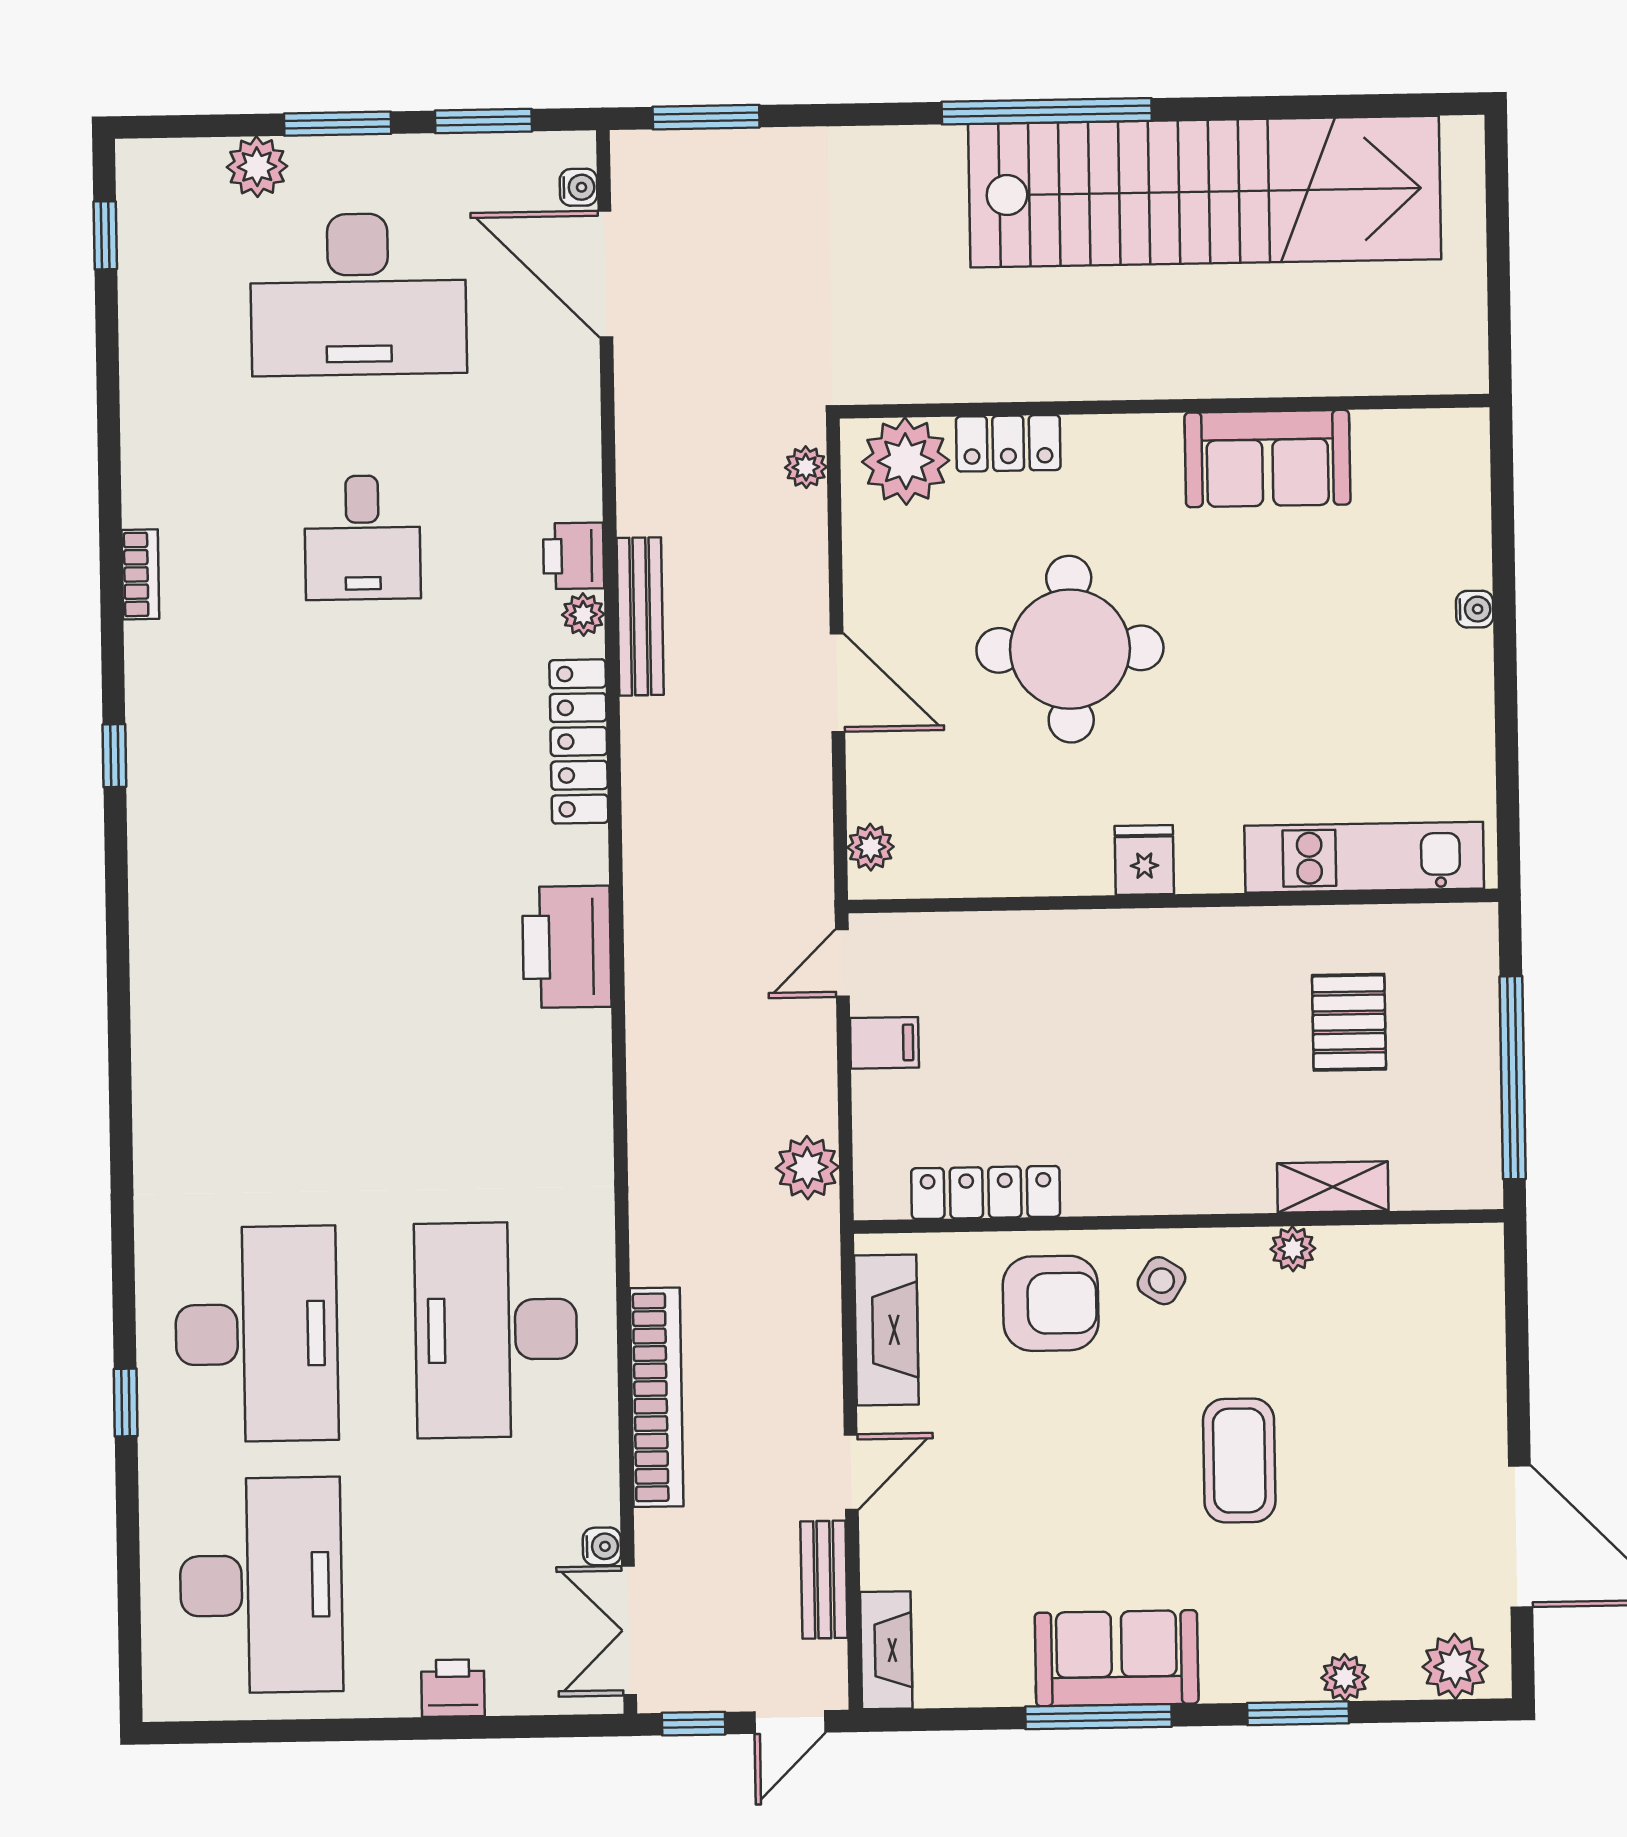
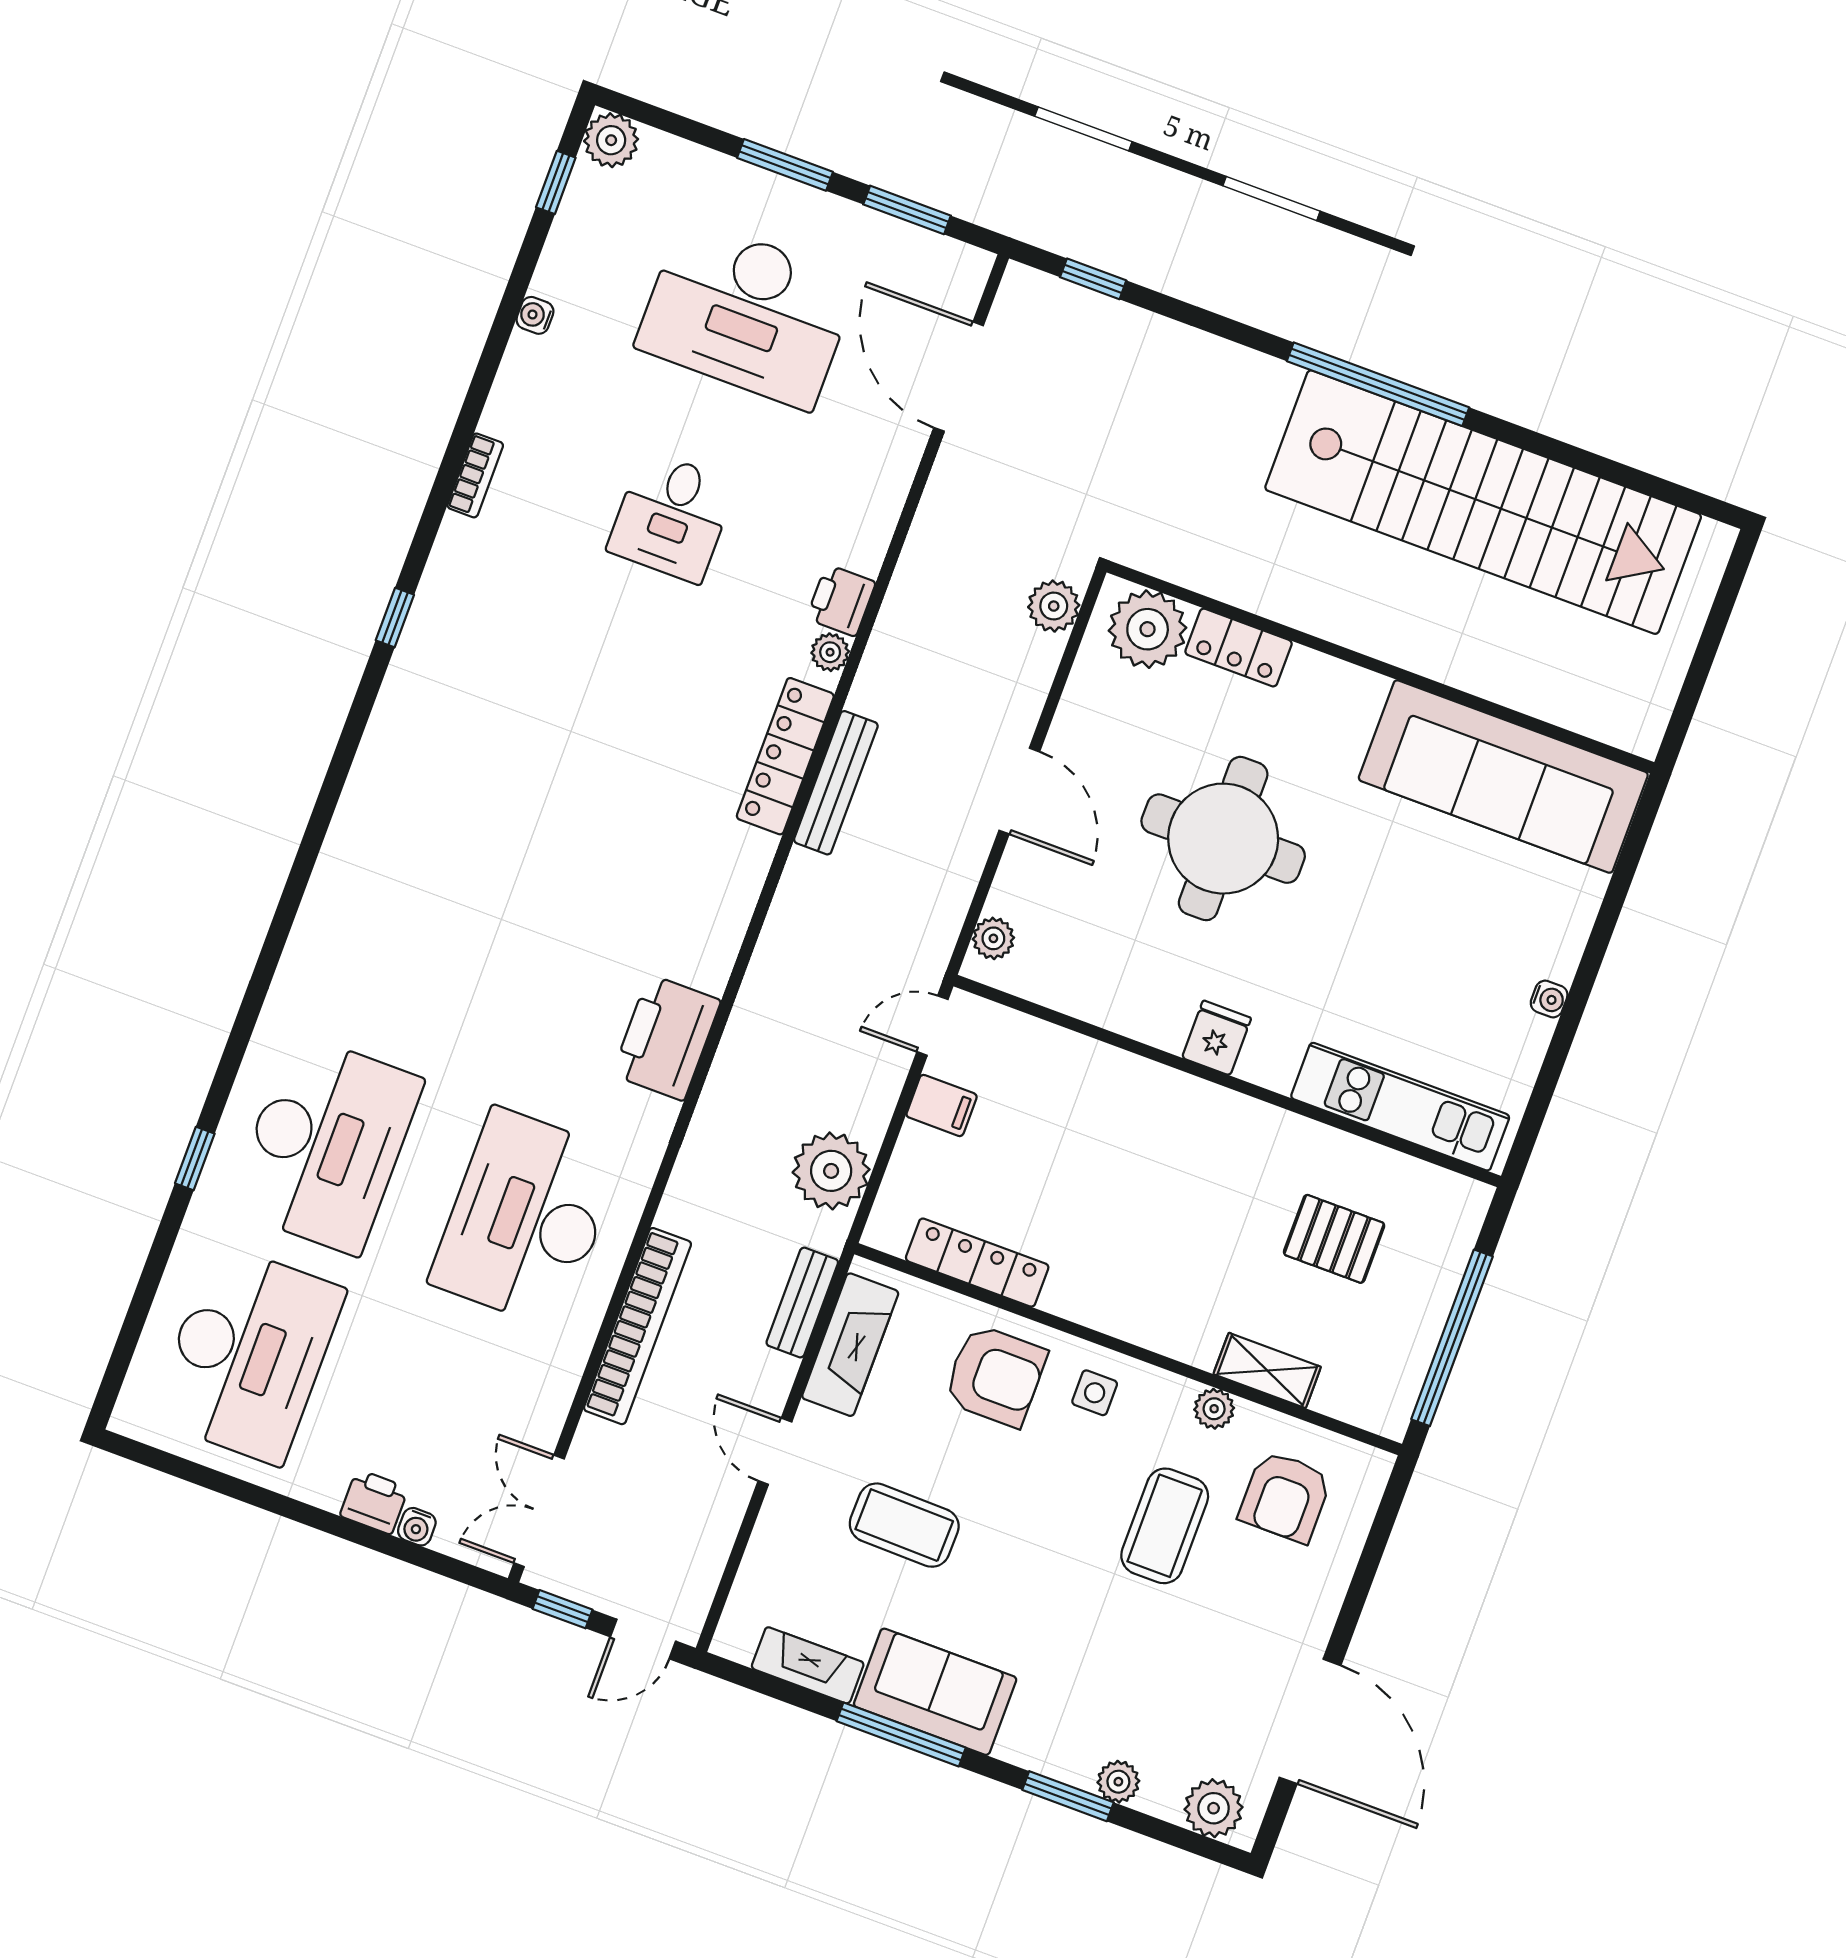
window: (706, 117) -> (1093, 279), width x0.67
plant: (257, 167) -> (611, 140), moved
water cooler: (579, 187) -> (535, 315), moved, turned 180
sofa: (1267, 459) -> (1503, 777), width x1.85, depth x1.27
plant: (806, 467) -> (1054, 606), width x1.38, depth x1.38
water cooler: (1475, 609) -> (1549, 999), moved
bench: (640, 616) -> (836, 783), moved
printer: (567, 947) -> (666, 1038), moved
pallet: (1349, 1022) -> (1334, 1239), turned 90
plant: (807, 1168) -> (831, 1171), width x1.36, depth x1.36
side table: (1161, 1281) -> (1095, 1393), turned -32
armchair: (1403, 1312) -> (1285, 1497), added
coffee table: (1239, 1460) -> (1165, 1526), moved
door: (851, 1472) -> (775, 1451), swing flipped
coffee table: (1016, 1497) -> (904, 1525), added
water cooler: (602, 1546) -> (417, 1527), moved, turned 90
bench: (824, 1580) -> (802, 1303), moved
fireplace: (886, 1650) -> (808, 1665), moved, turned -90

